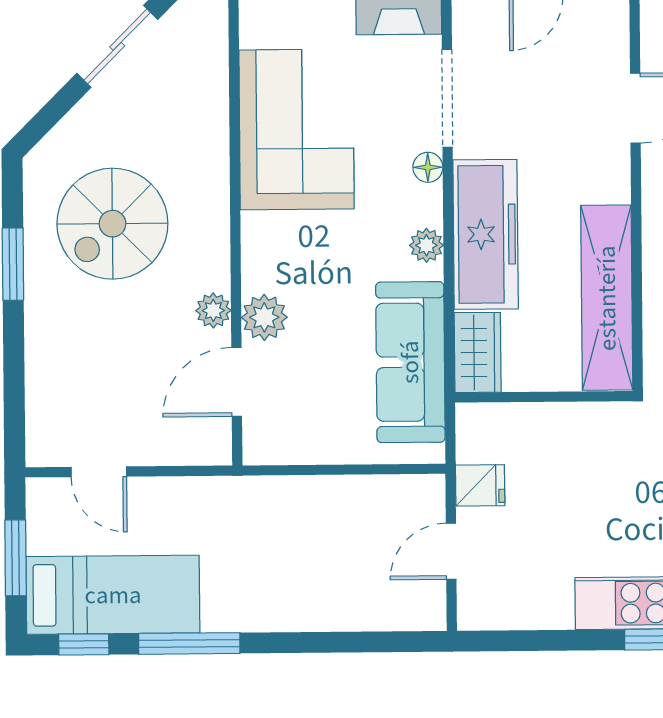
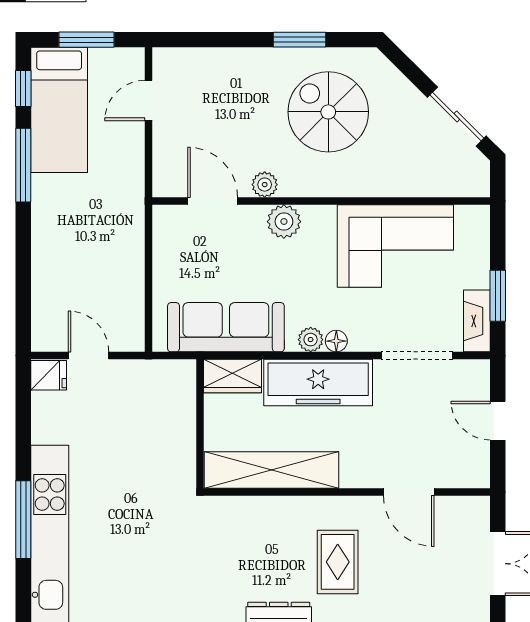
floor lamp: (428, 167) -> (336, 341), moved
plant: (264, 317) -> (284, 222), moved
fridge: (480, 485) -> (49, 375), moved, turned -90

